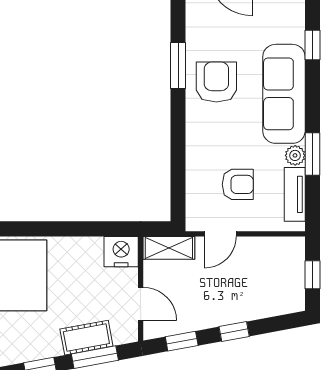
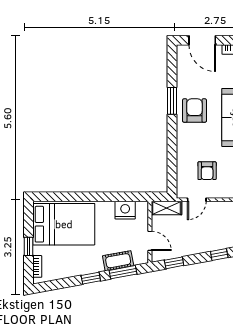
armchair: (238, 184) -> (207, 171), turned 90
nightstand: (121, 252) -> (125, 210), moved
window: (234, 331) -> (219, 254), moved

